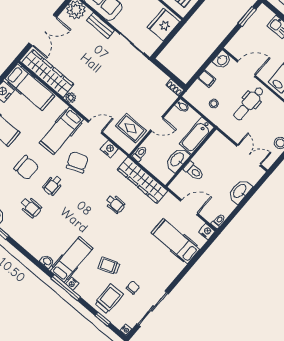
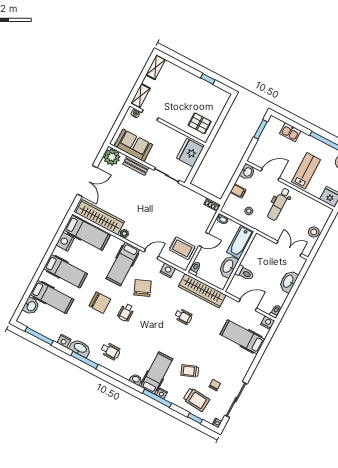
wheelchair: (31, 207) -> (110, 351), moved
trolley: (109, 299) -> (196, 400), turned 95

